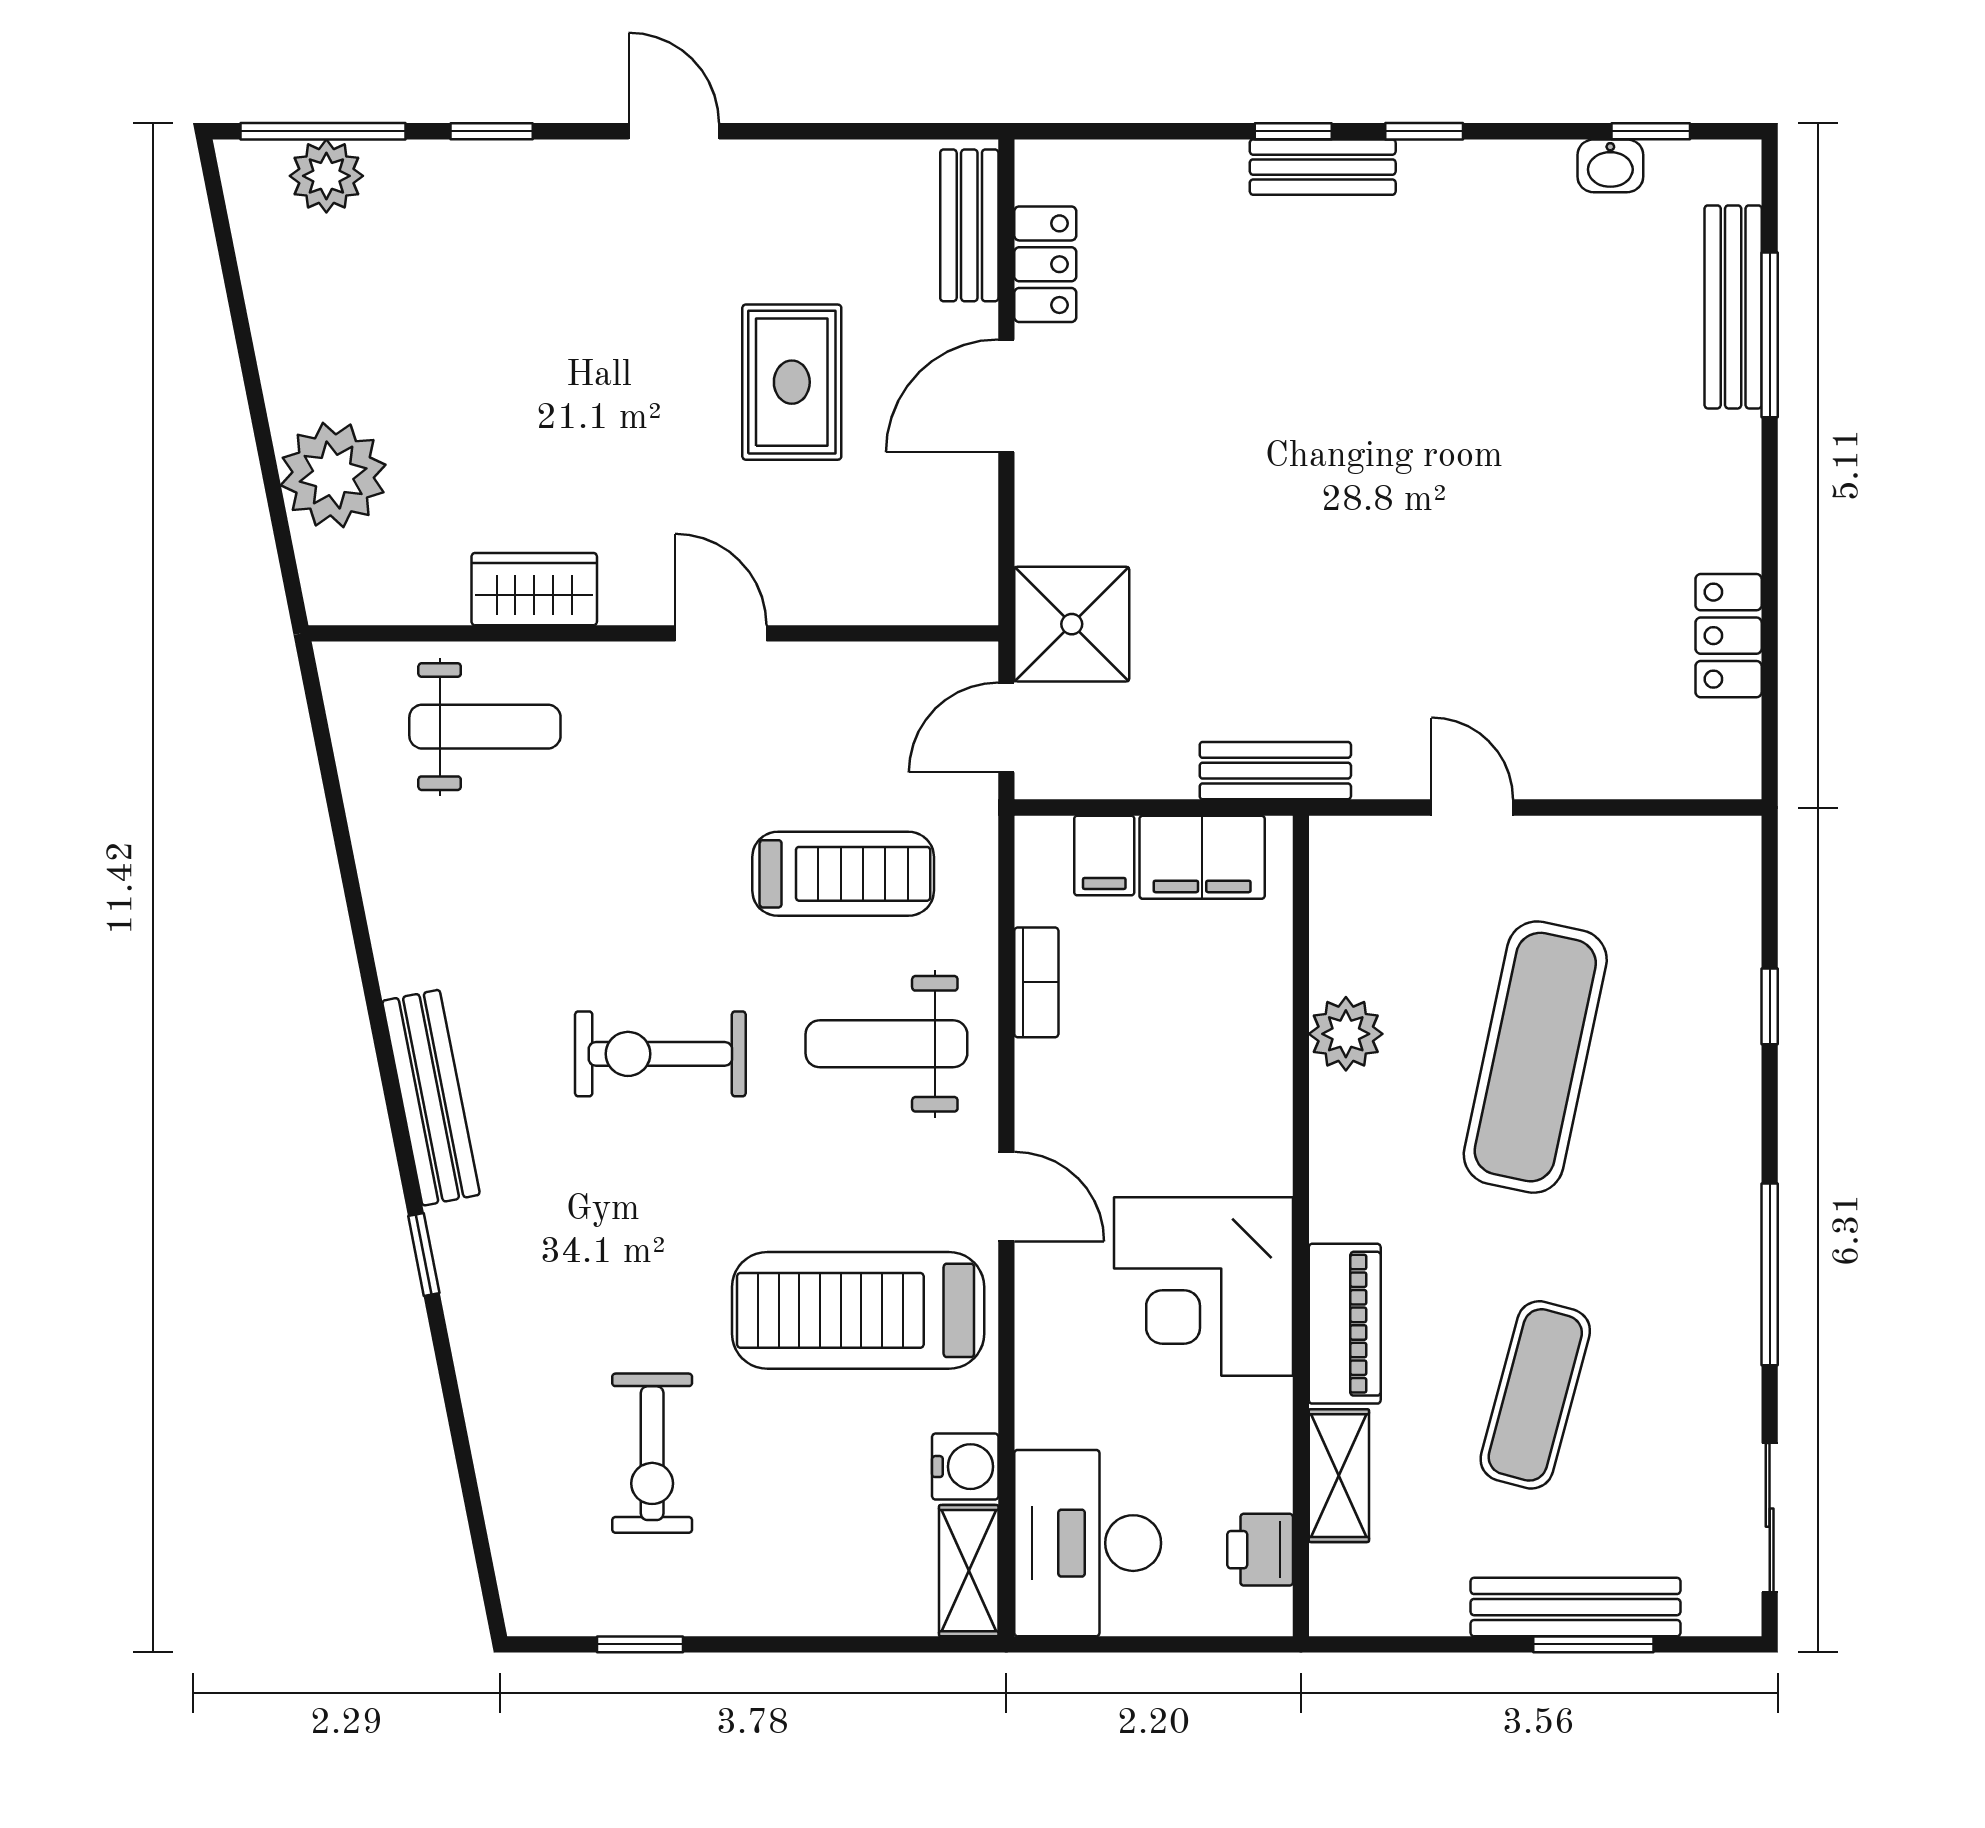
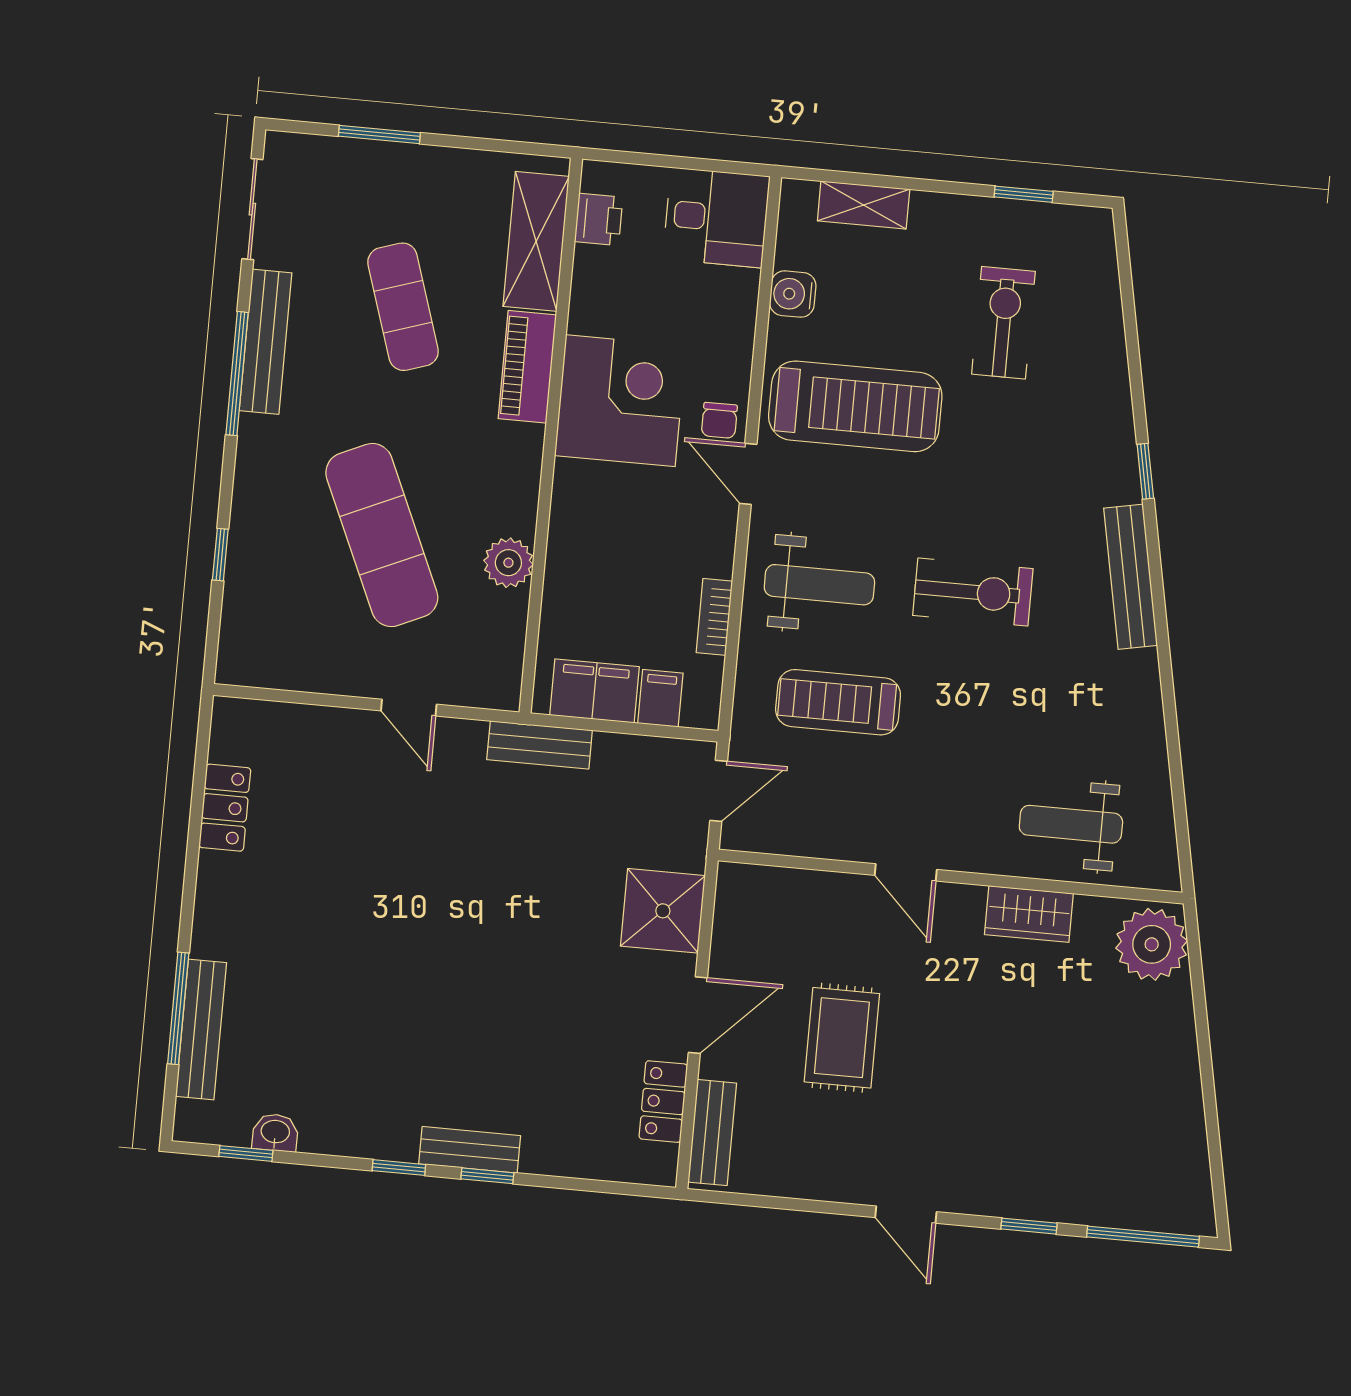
plant: (326, 176) -> (1144, 1206), removed
plant: (333, 475) -> (1152, 944), moved
shower: (1072, 624) -> (663, 911), moved
exercise mat: (1535, 1057) -> (382, 535), turned -36
chair: (1056, 1271) -> (719, 420), added
exercise mat: (1535, 1395) -> (403, 307), turned -33
shelving: (1339, 1476) -> (536, 241), width x1.50, depth x1.33
desk: (1088, 1543) -> (716, 218), width x0.73
shelving: (969, 1571) -> (864, 205), moved, turned 90
bench: (1576, 1607) -> (266, 342), moved, turned 90

